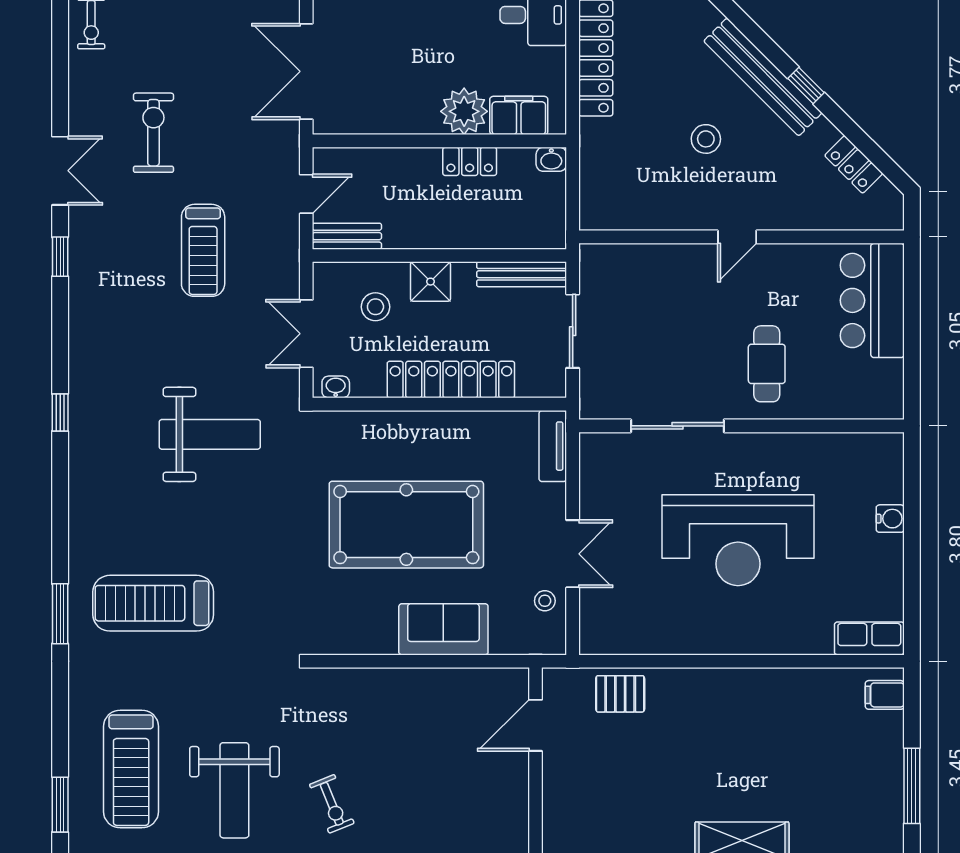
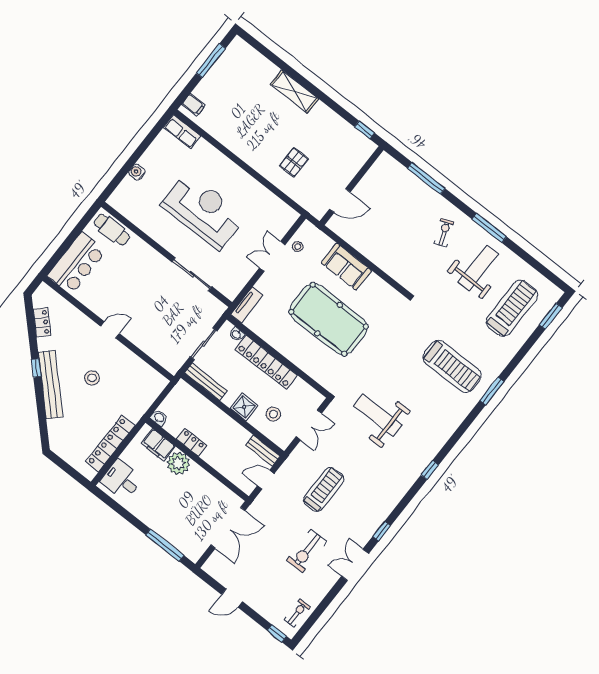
cafe table: (767, 364) -> (112, 230), moved, turned 90
washbasin: (336, 387) -> (237, 334), moved
pallet: (620, 694) -> (294, 162), moved, turned 90

